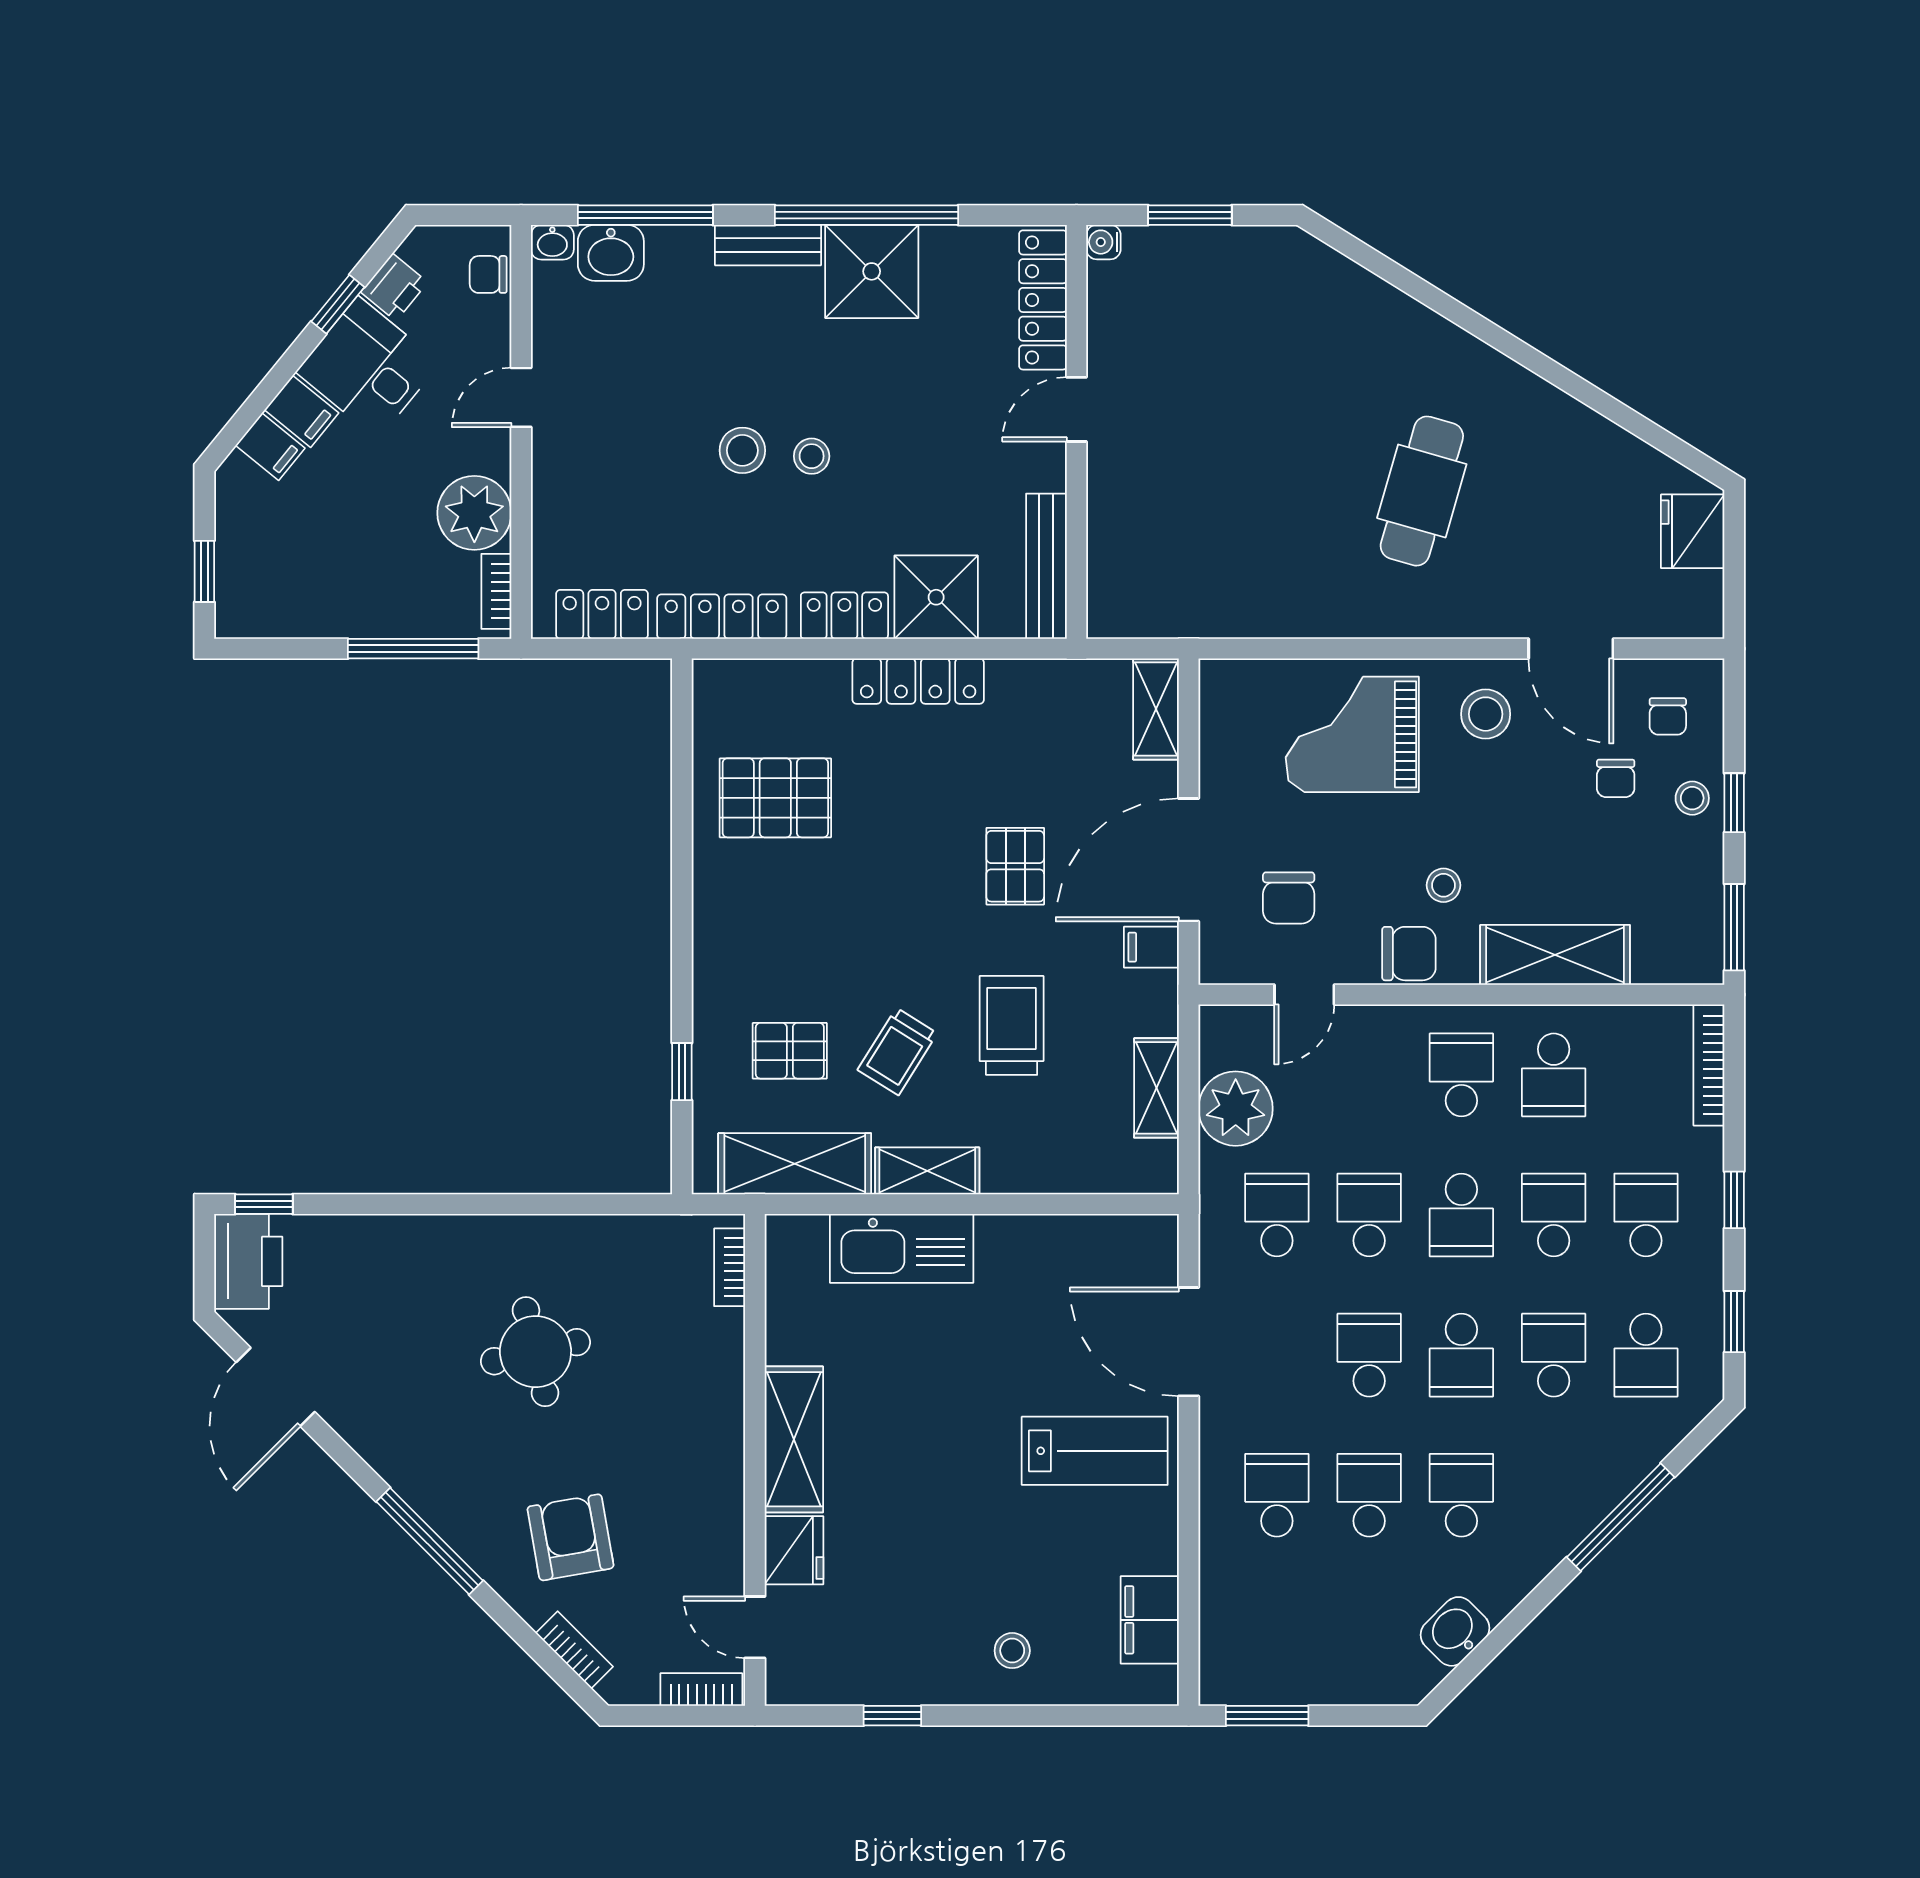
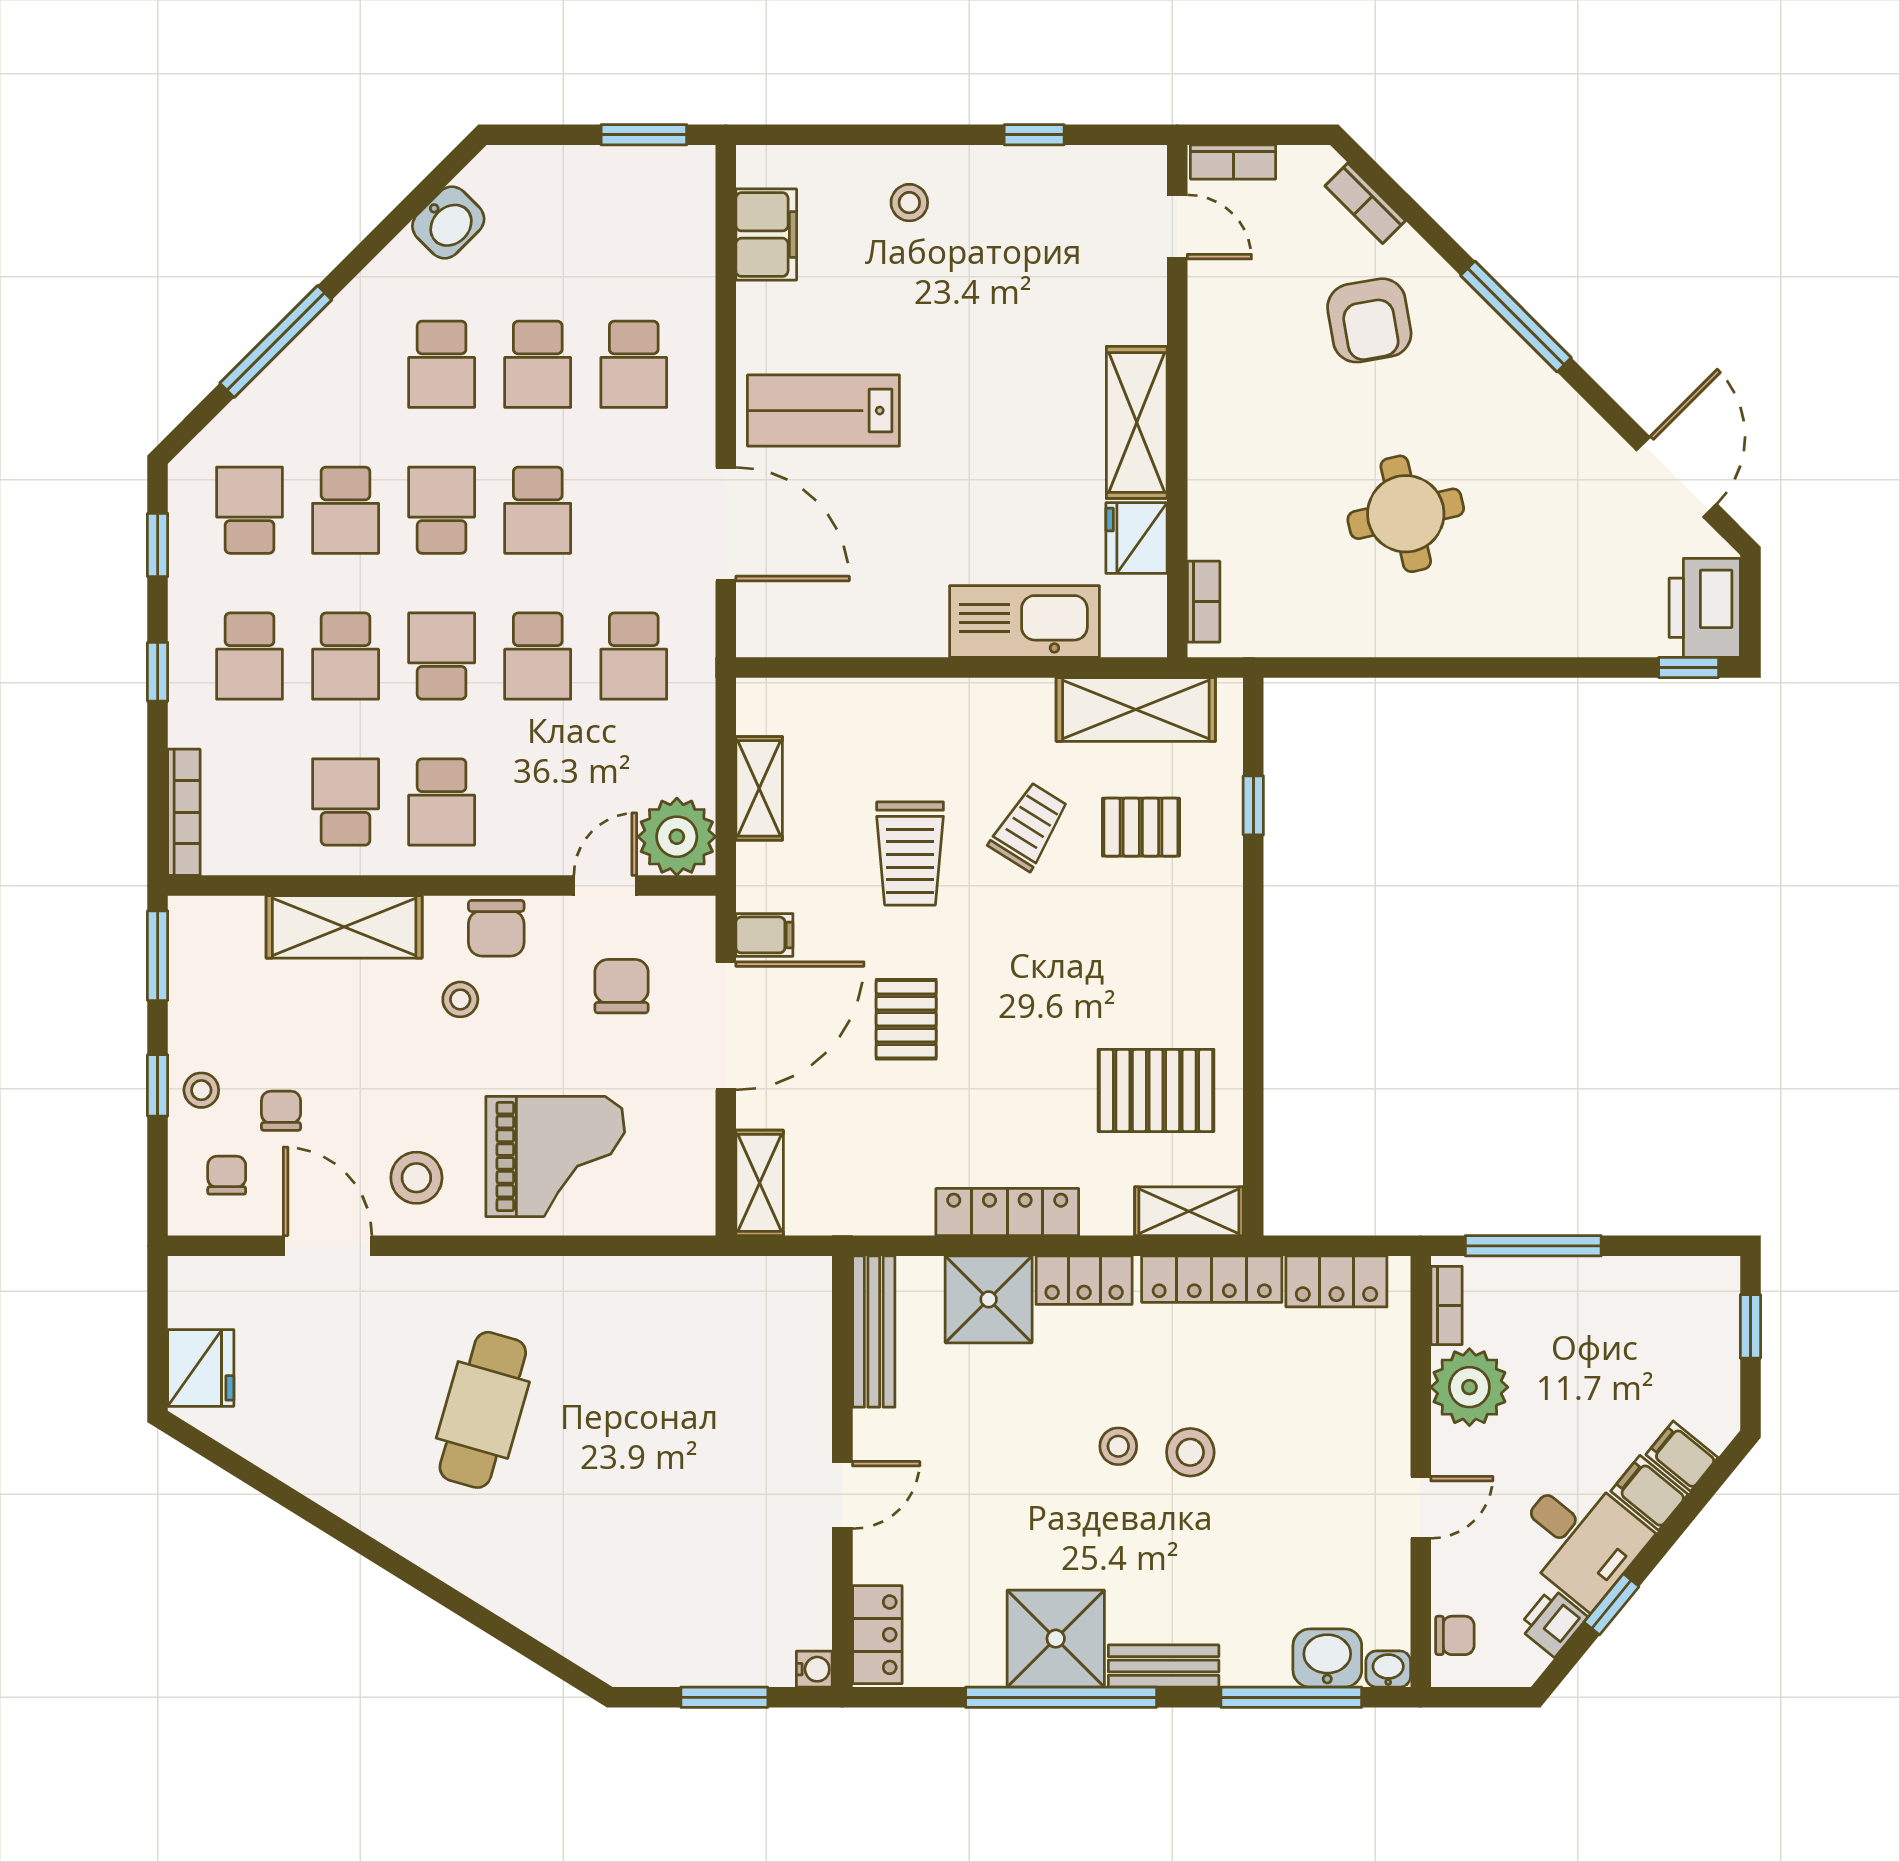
locker: (1043, 300) -> (877, 1635), width x0.66
chair: (1409, 954) -> (496, 928), turned -90
plant: (1236, 1109) -> (677, 837), moved
shelving: (927, 1171) -> (1189, 1211), moved
fridge: (794, 1550) -> (1137, 538), moved

